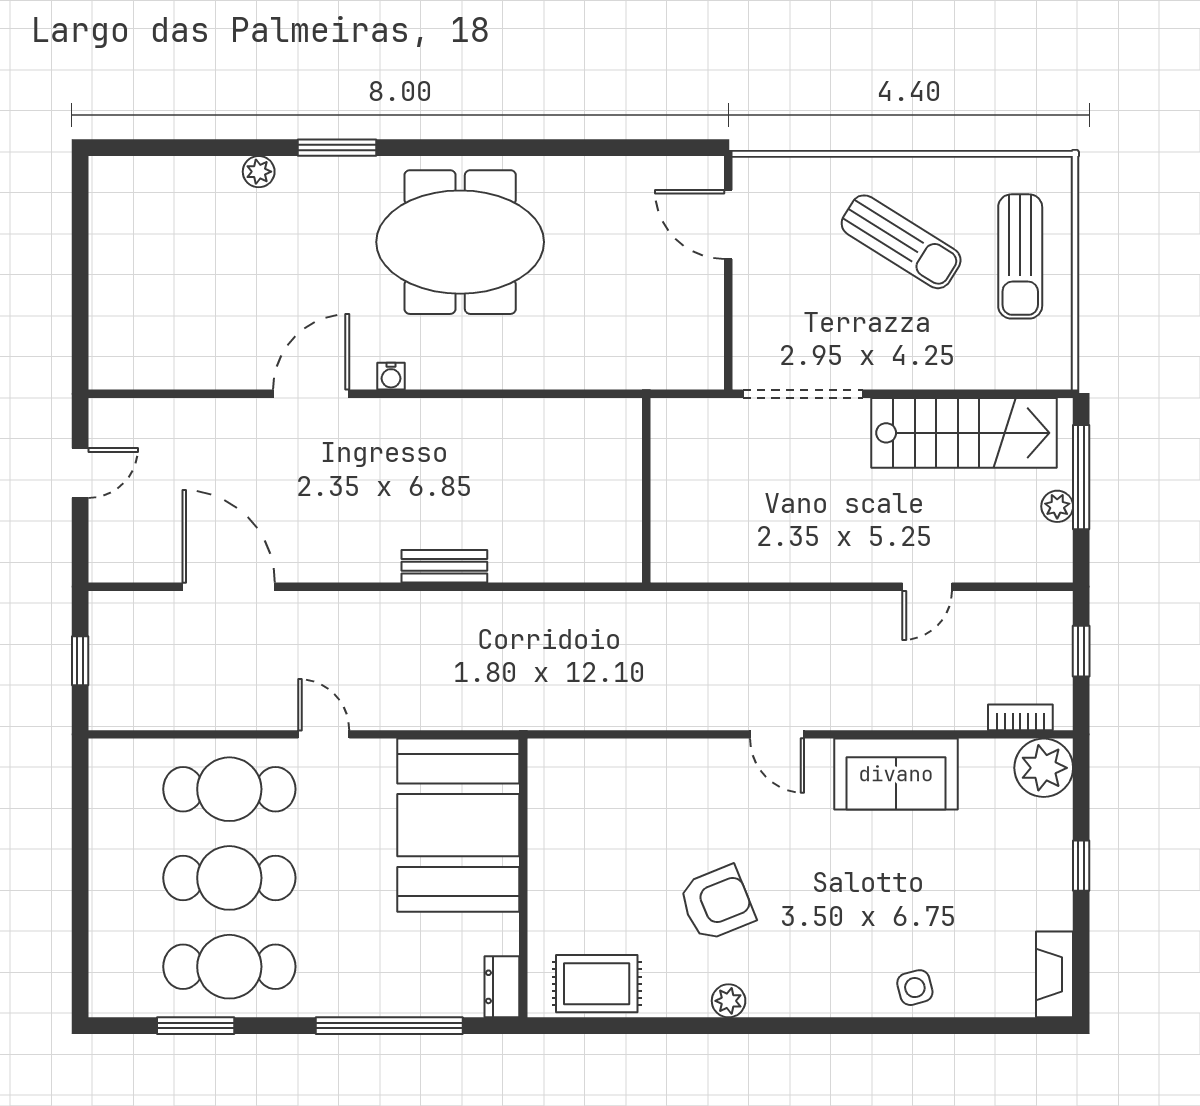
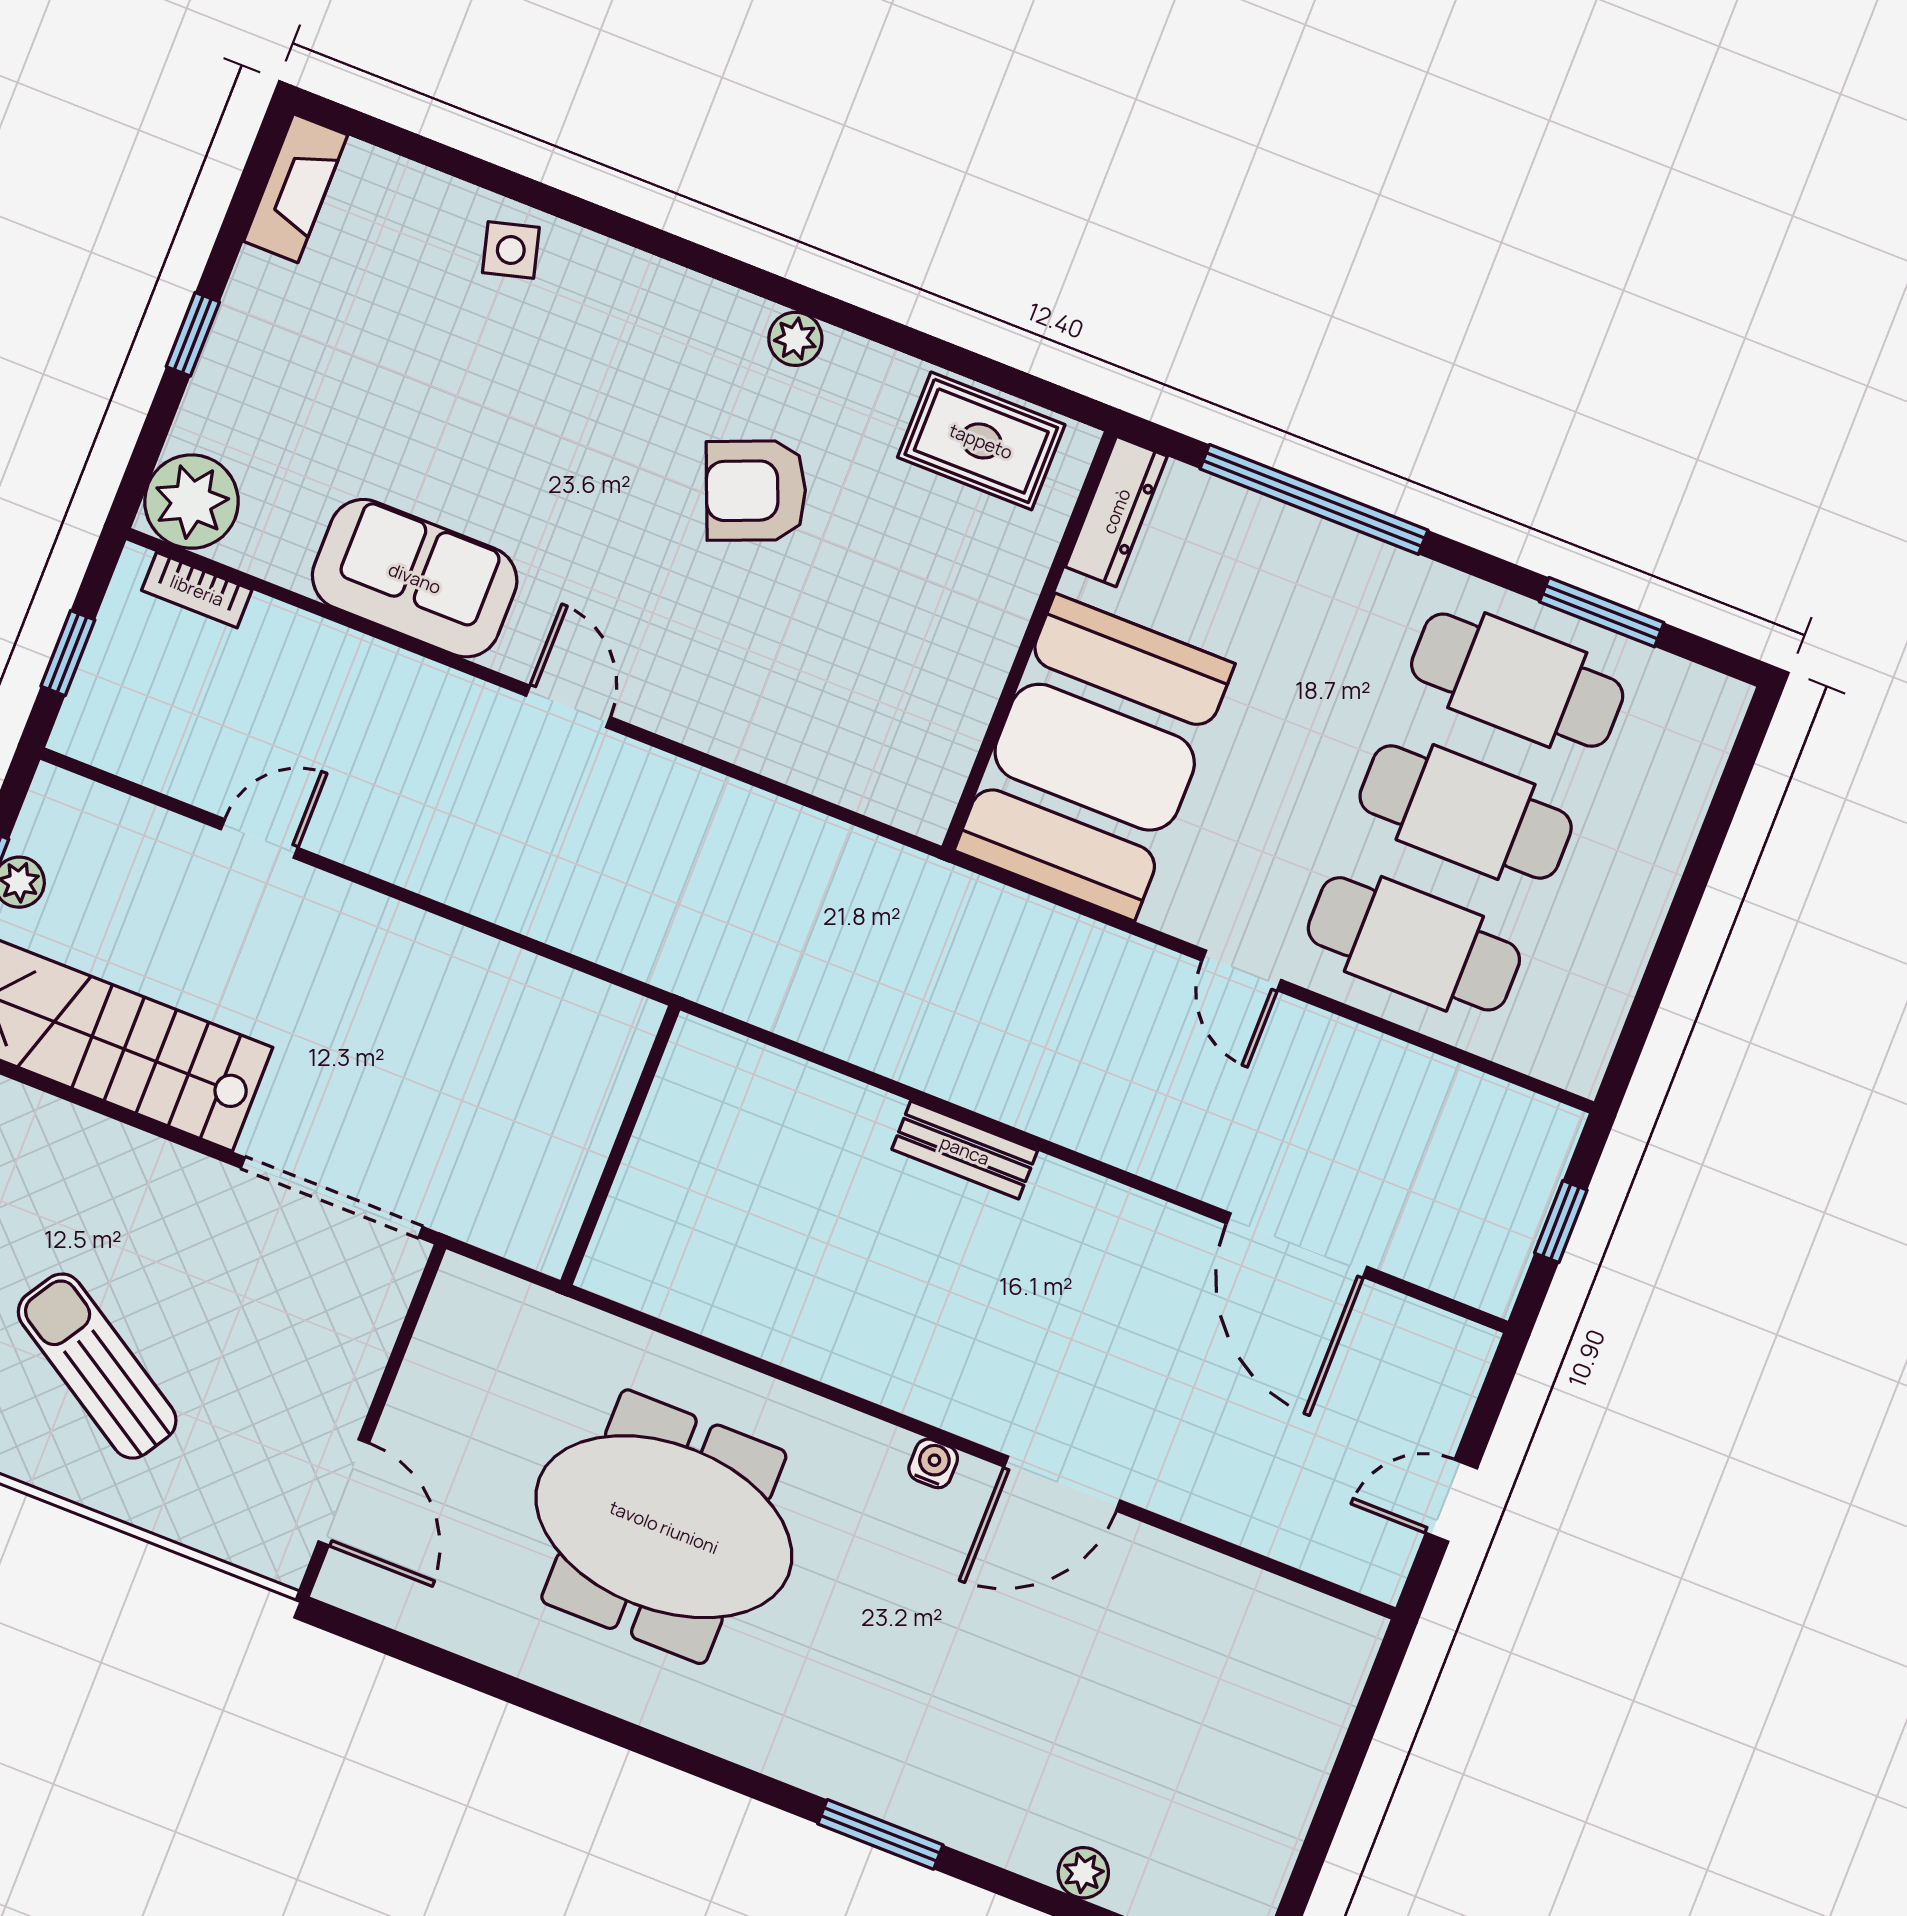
plant: (259, 172) -> (1083, 1873), moved
meeting table: (460, 242) -> (664, 1527), moved
dresser: (502, 987) -> (1116, 511), width x1.44

